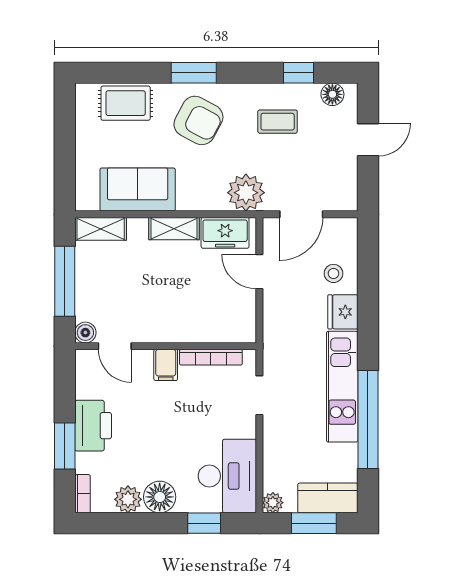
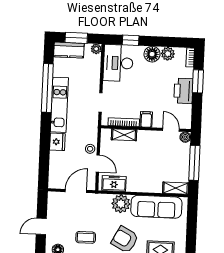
sofa: (138, 190) -> (156, 207), width x1.36
plant: (246, 193) -> (121, 204), moved
shelving: (174, 229) -> (124, 135), moved
stool: (333, 273) -> (90, 149), moved

